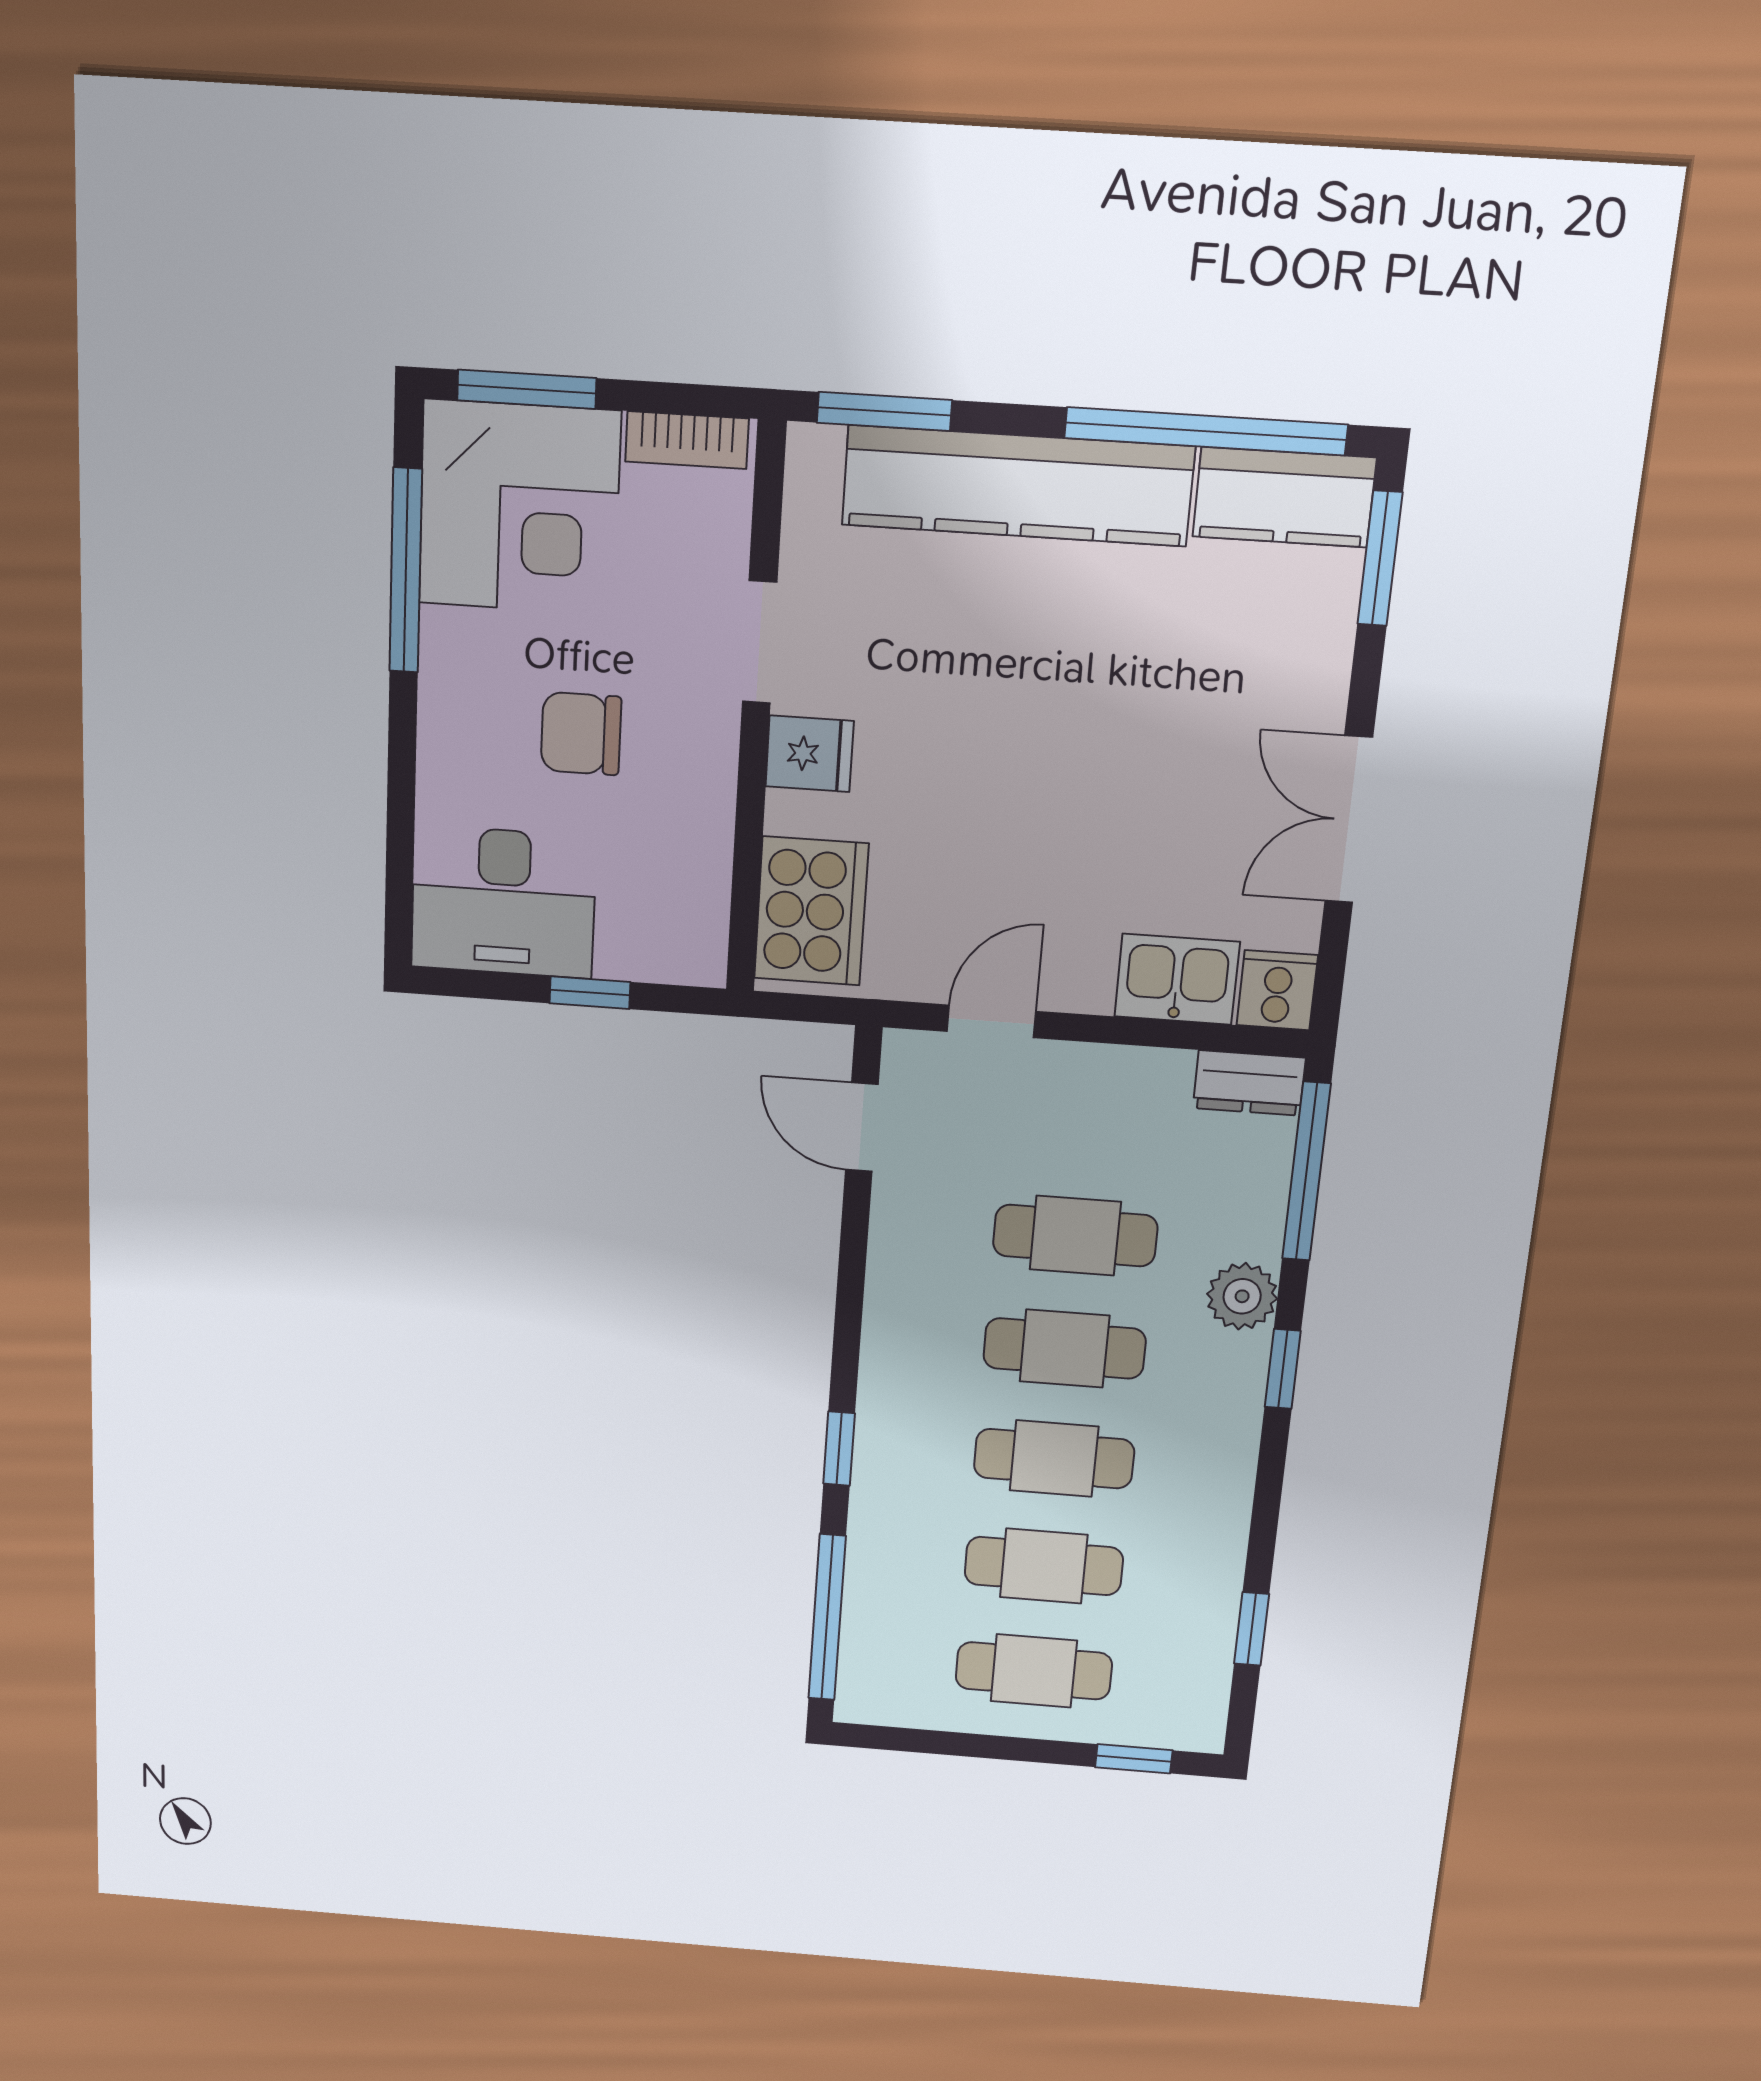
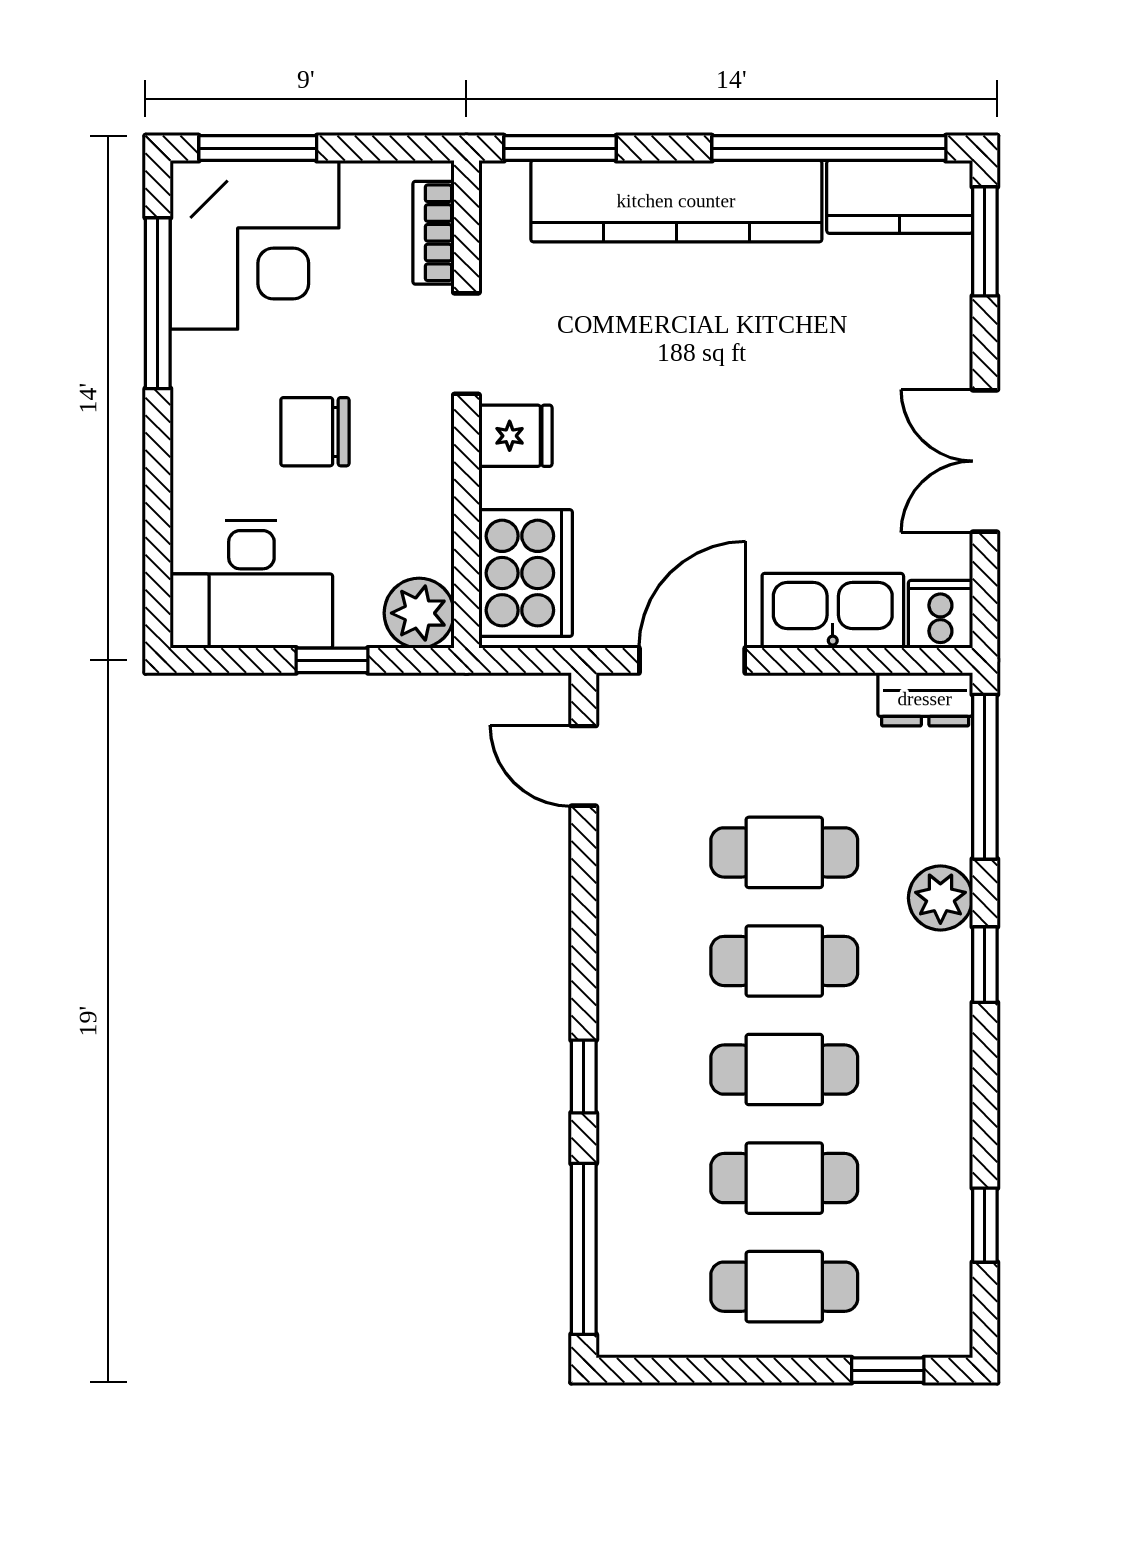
bookcase: (687, 440) -> (433, 233), moved, turned 90
plant: (689, 947) -> (419, 613), added
kitchen sink: (1177, 979) -> (833, 611), width x1.38
door: (991, 1021) -> (692, 660), width x1.38

